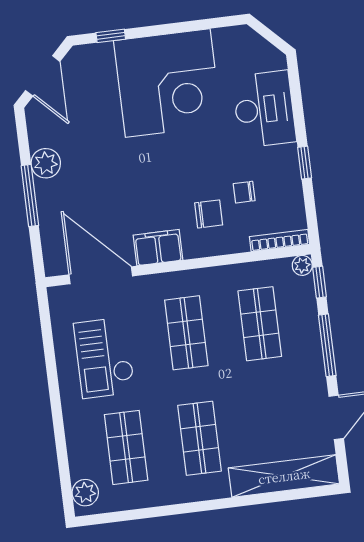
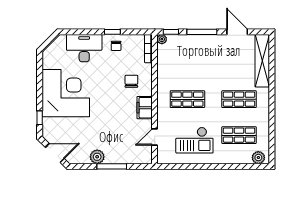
chair: (244, 192) -> (116, 46), moved
door: (101, 275) -> (155, 137), width x0.53
shop shelf: (260, 324) -> (187, 63), removed

